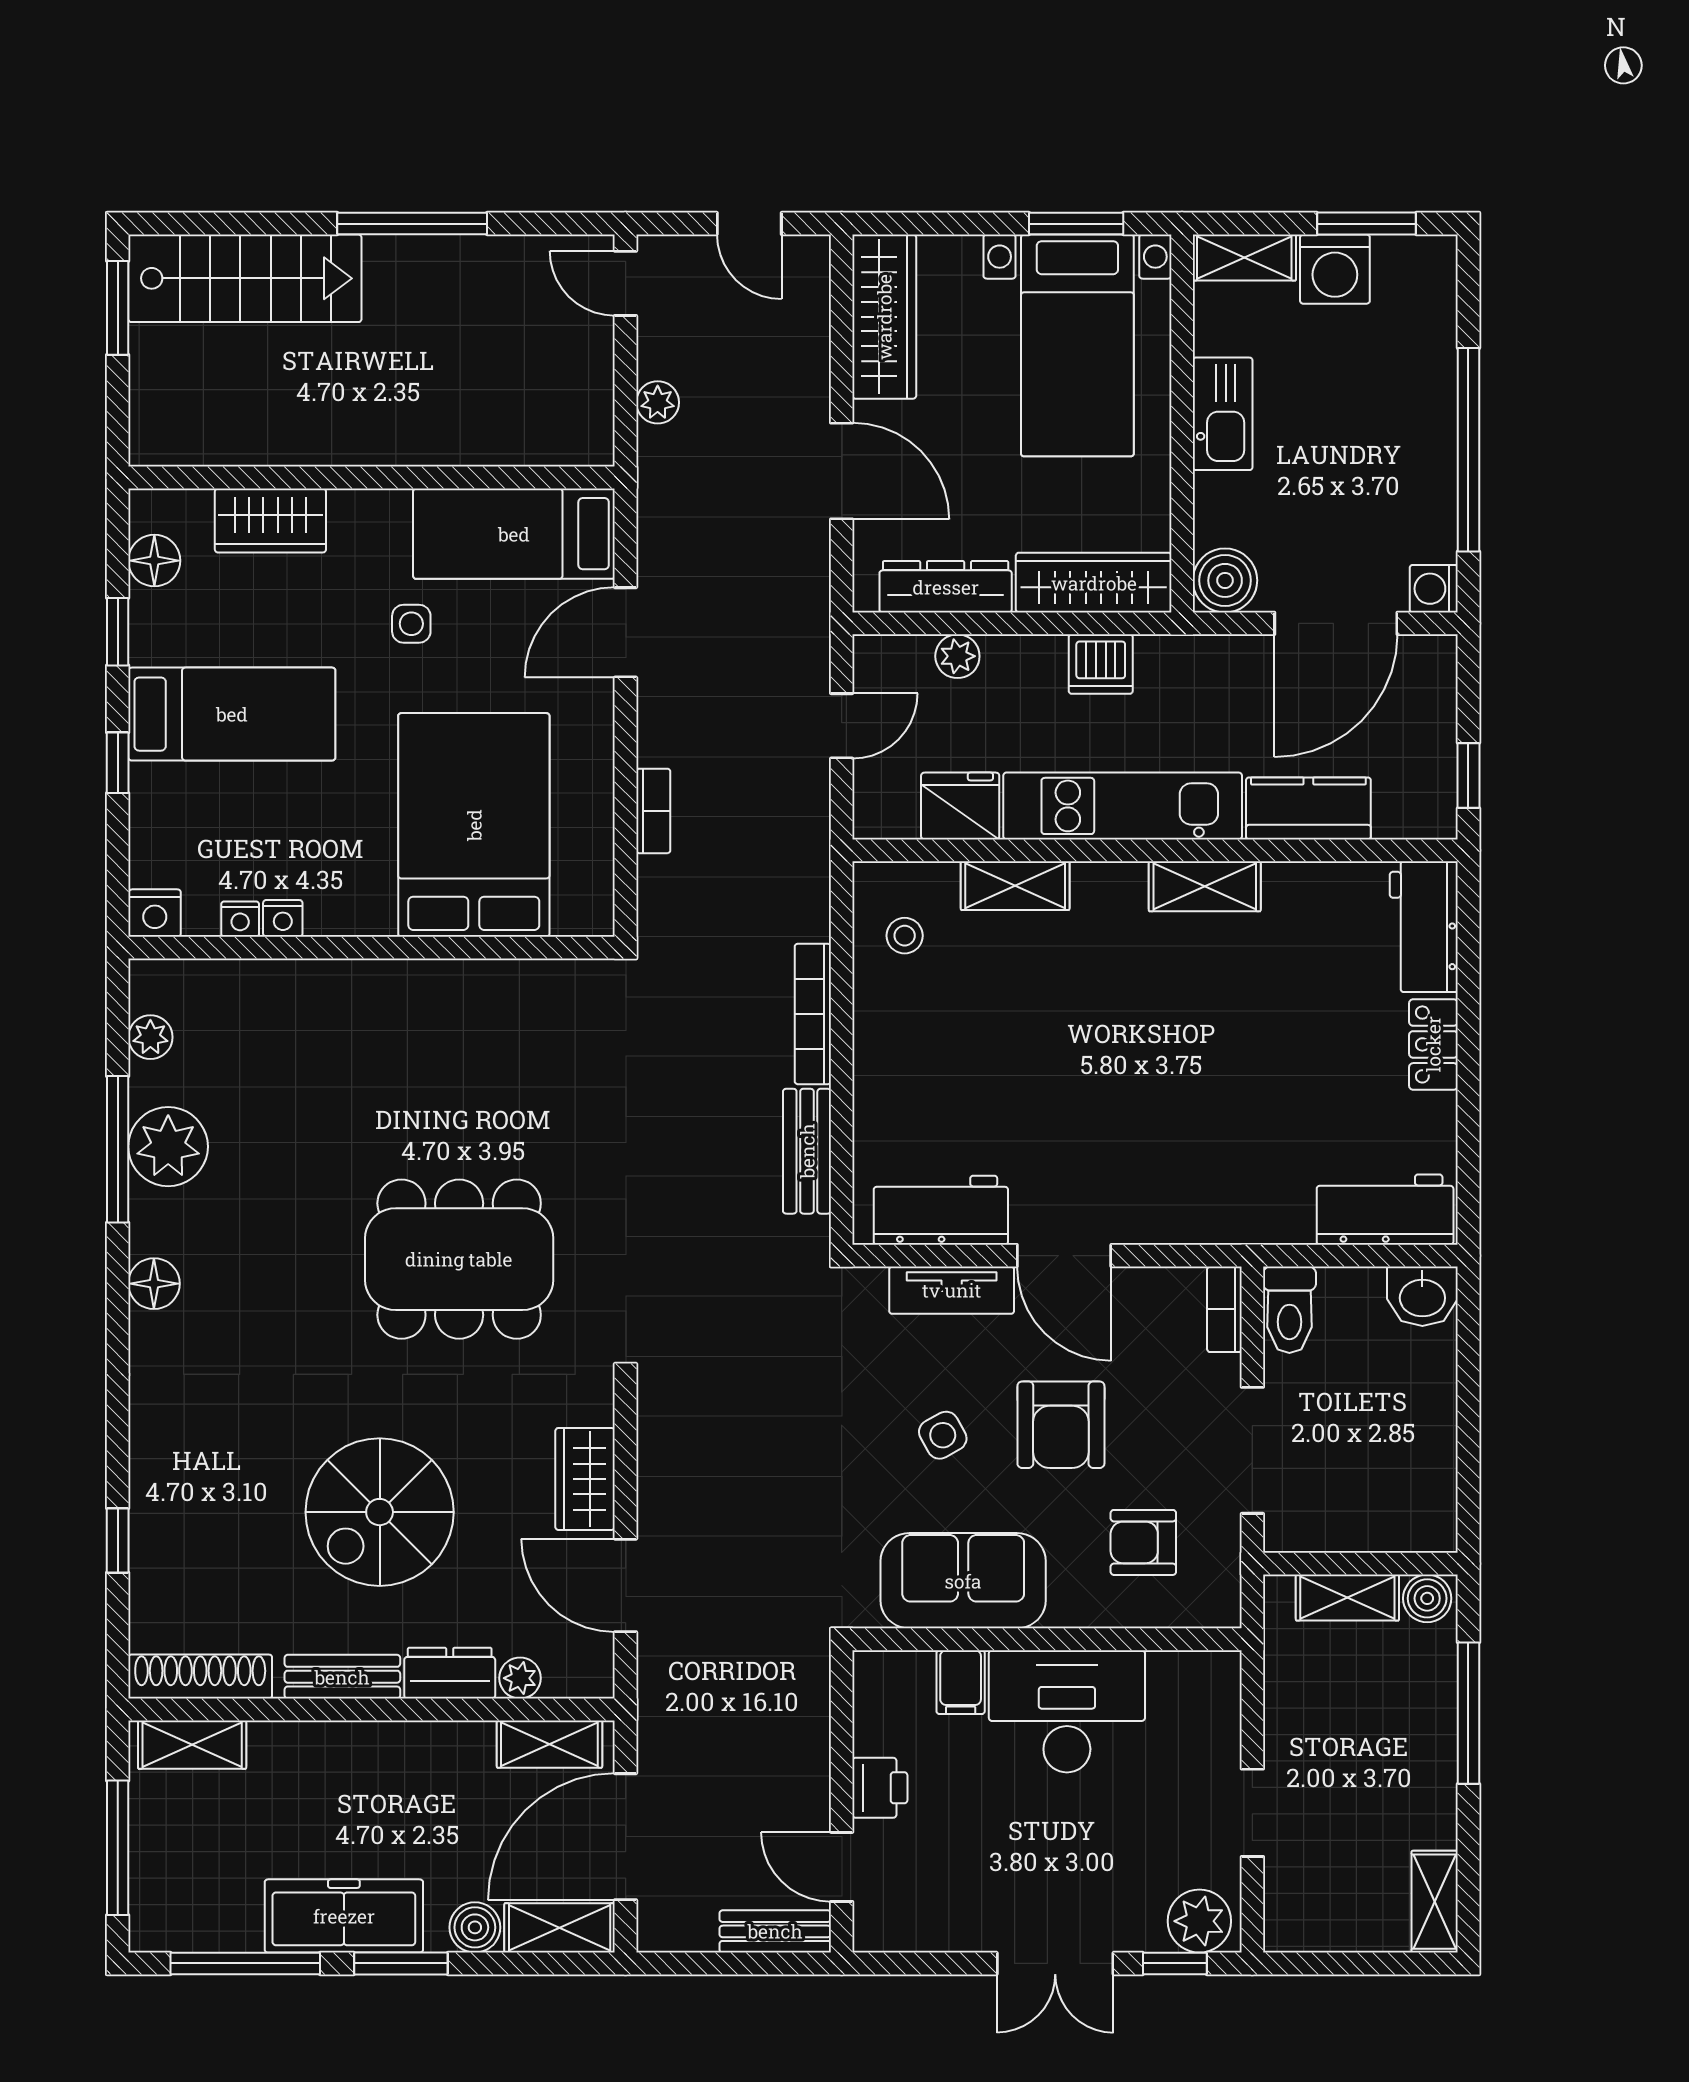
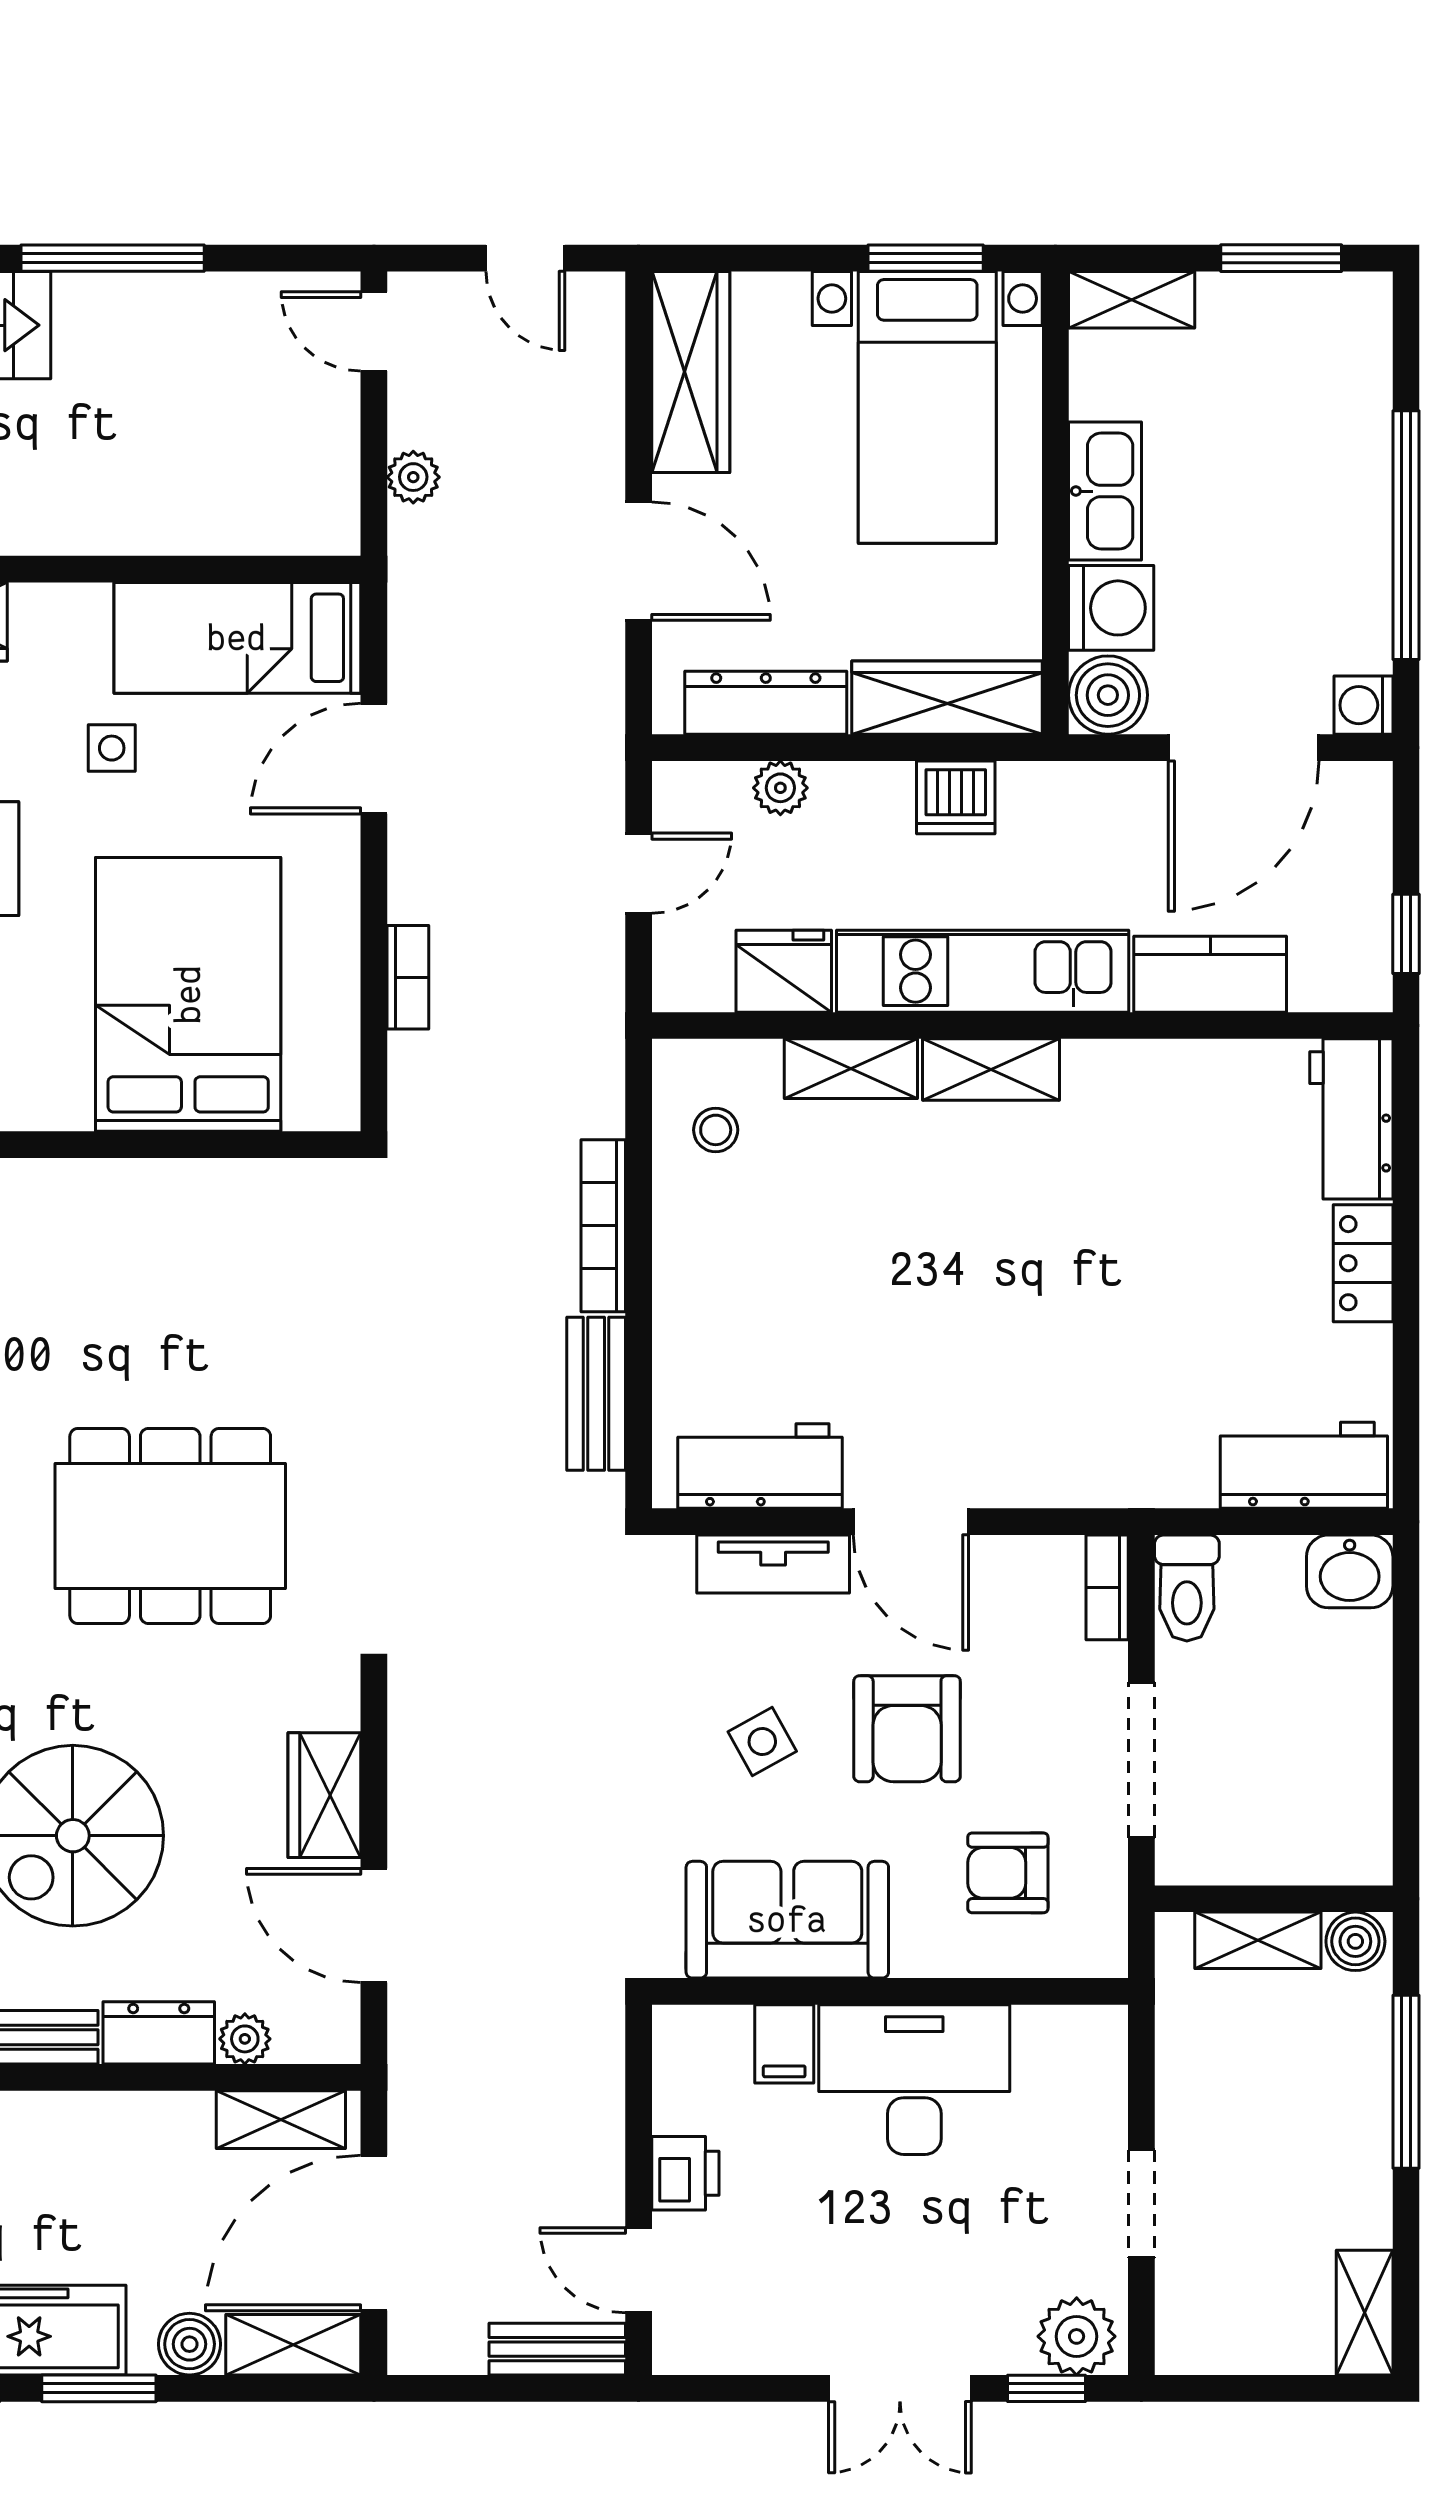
washing machine: (1335, 269) -> (1111, 608), moved, turned -90
shelving: (1205, 886) -> (991, 1070), moved

